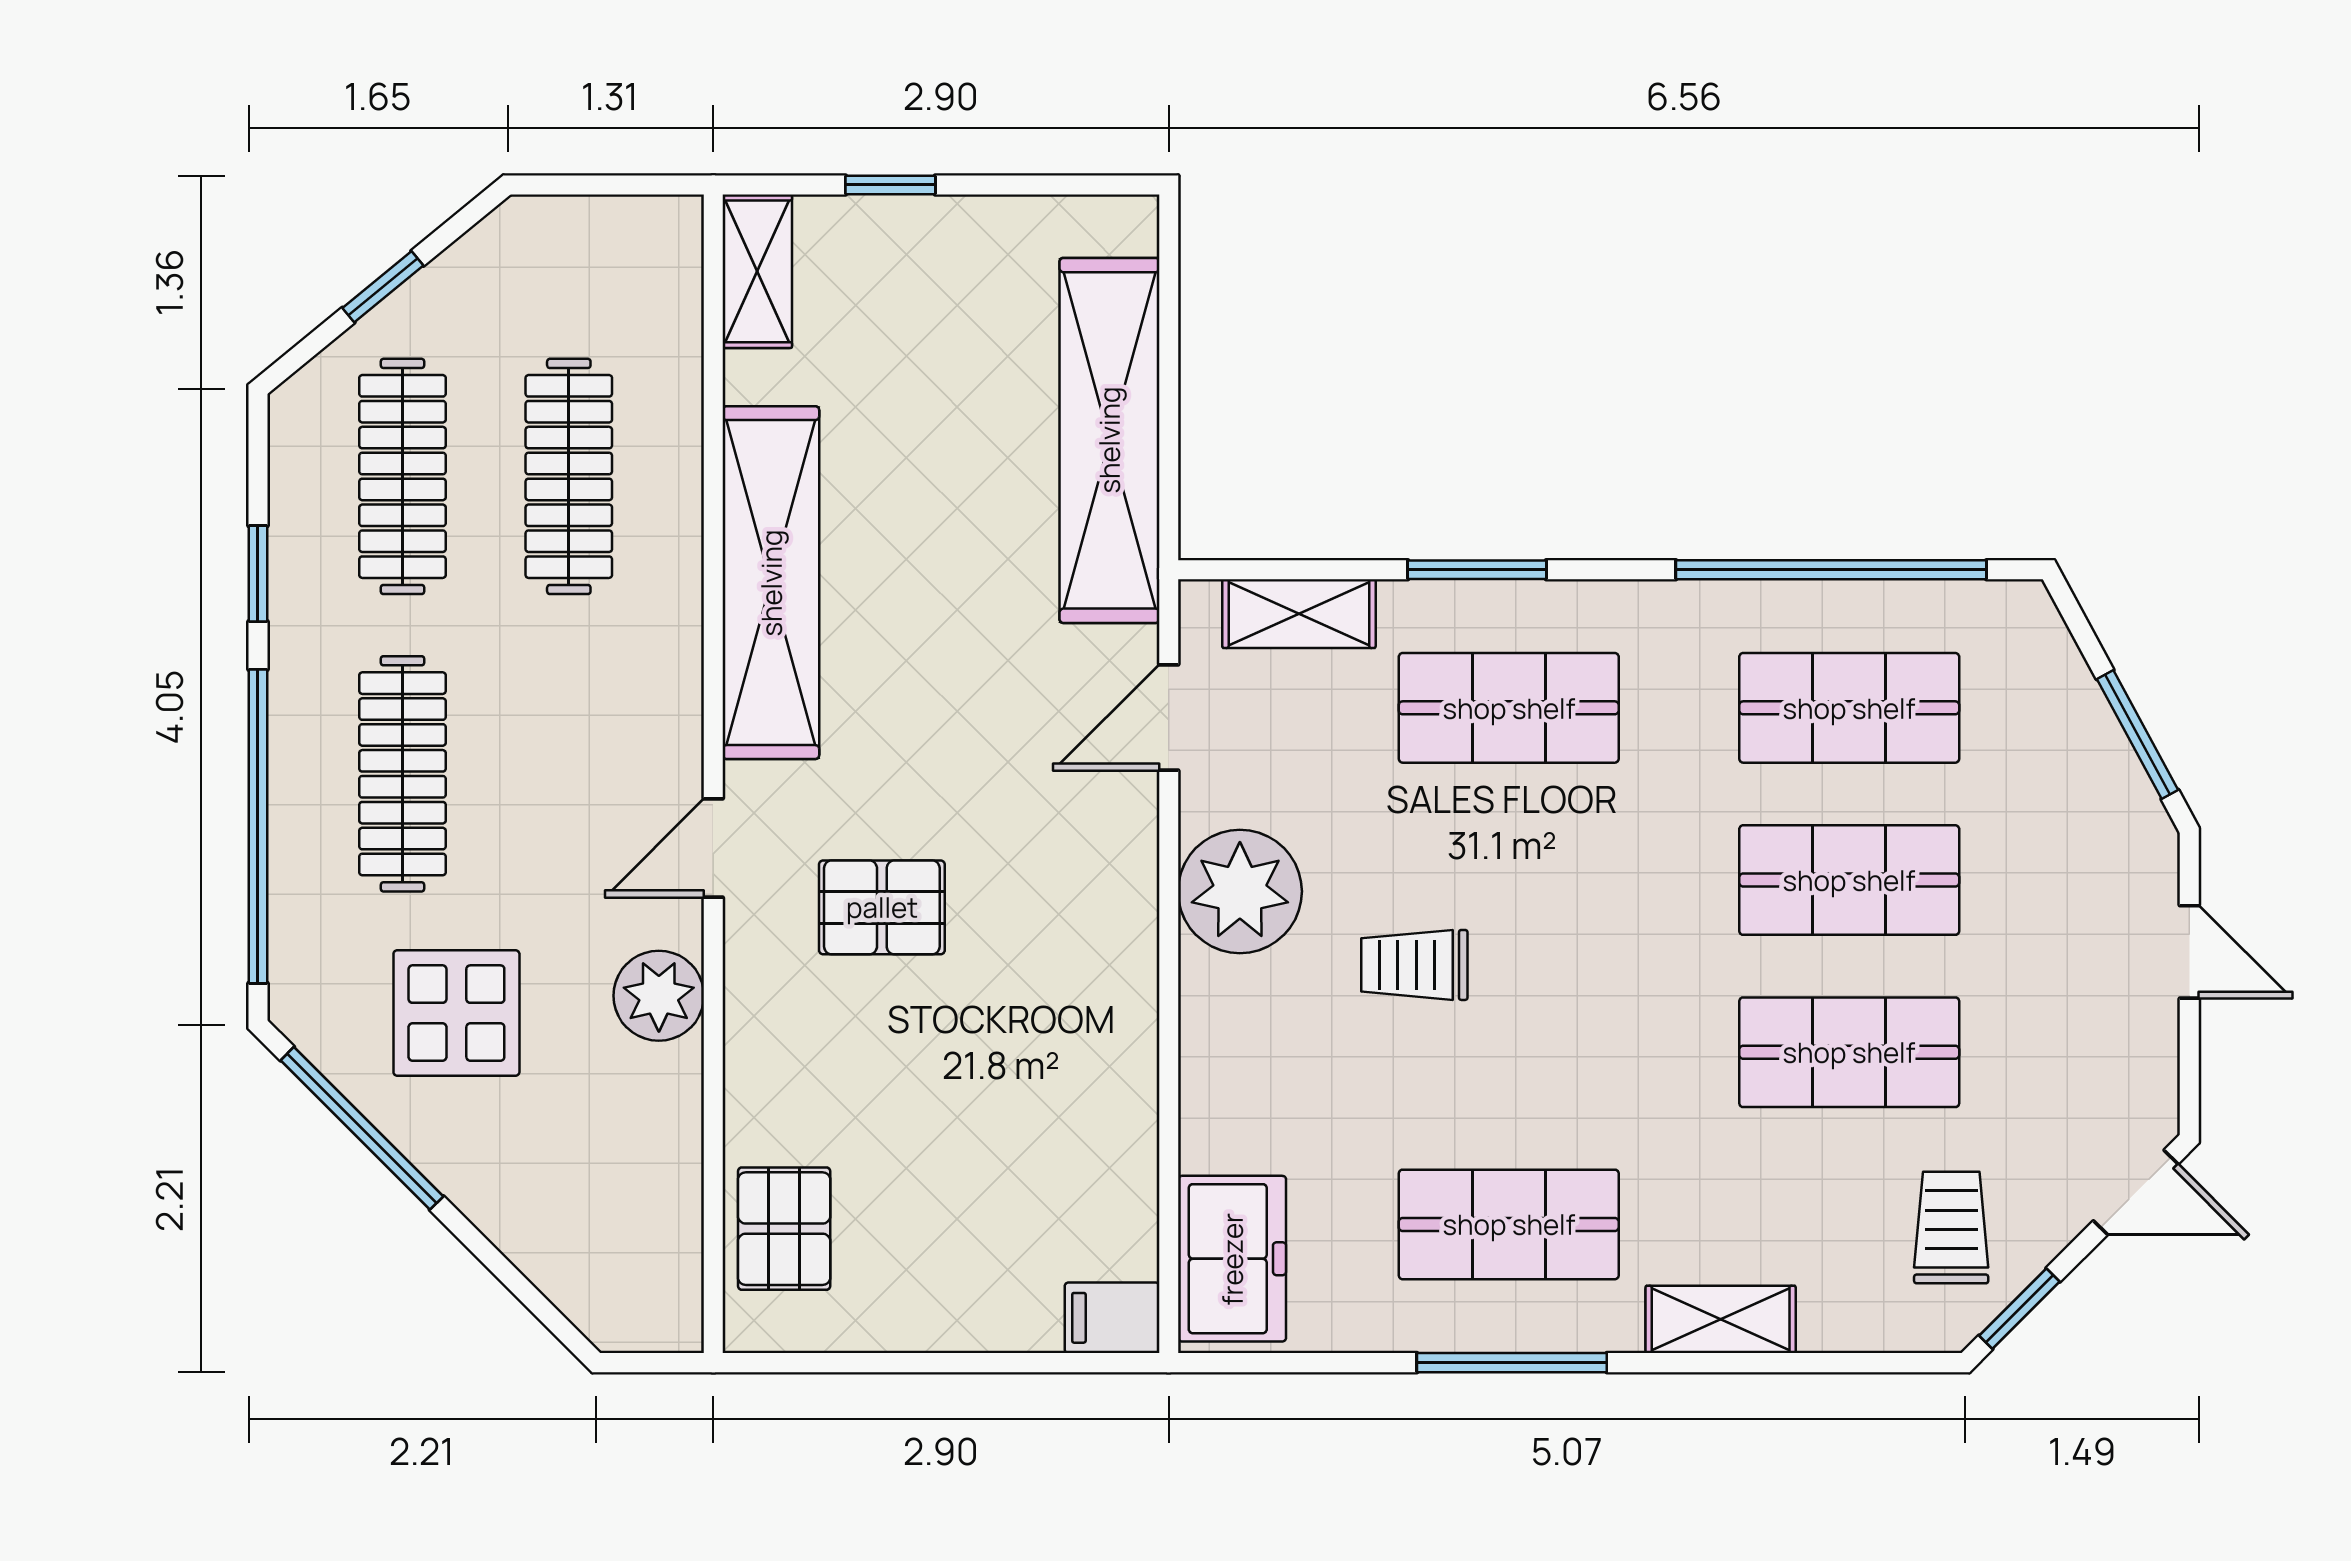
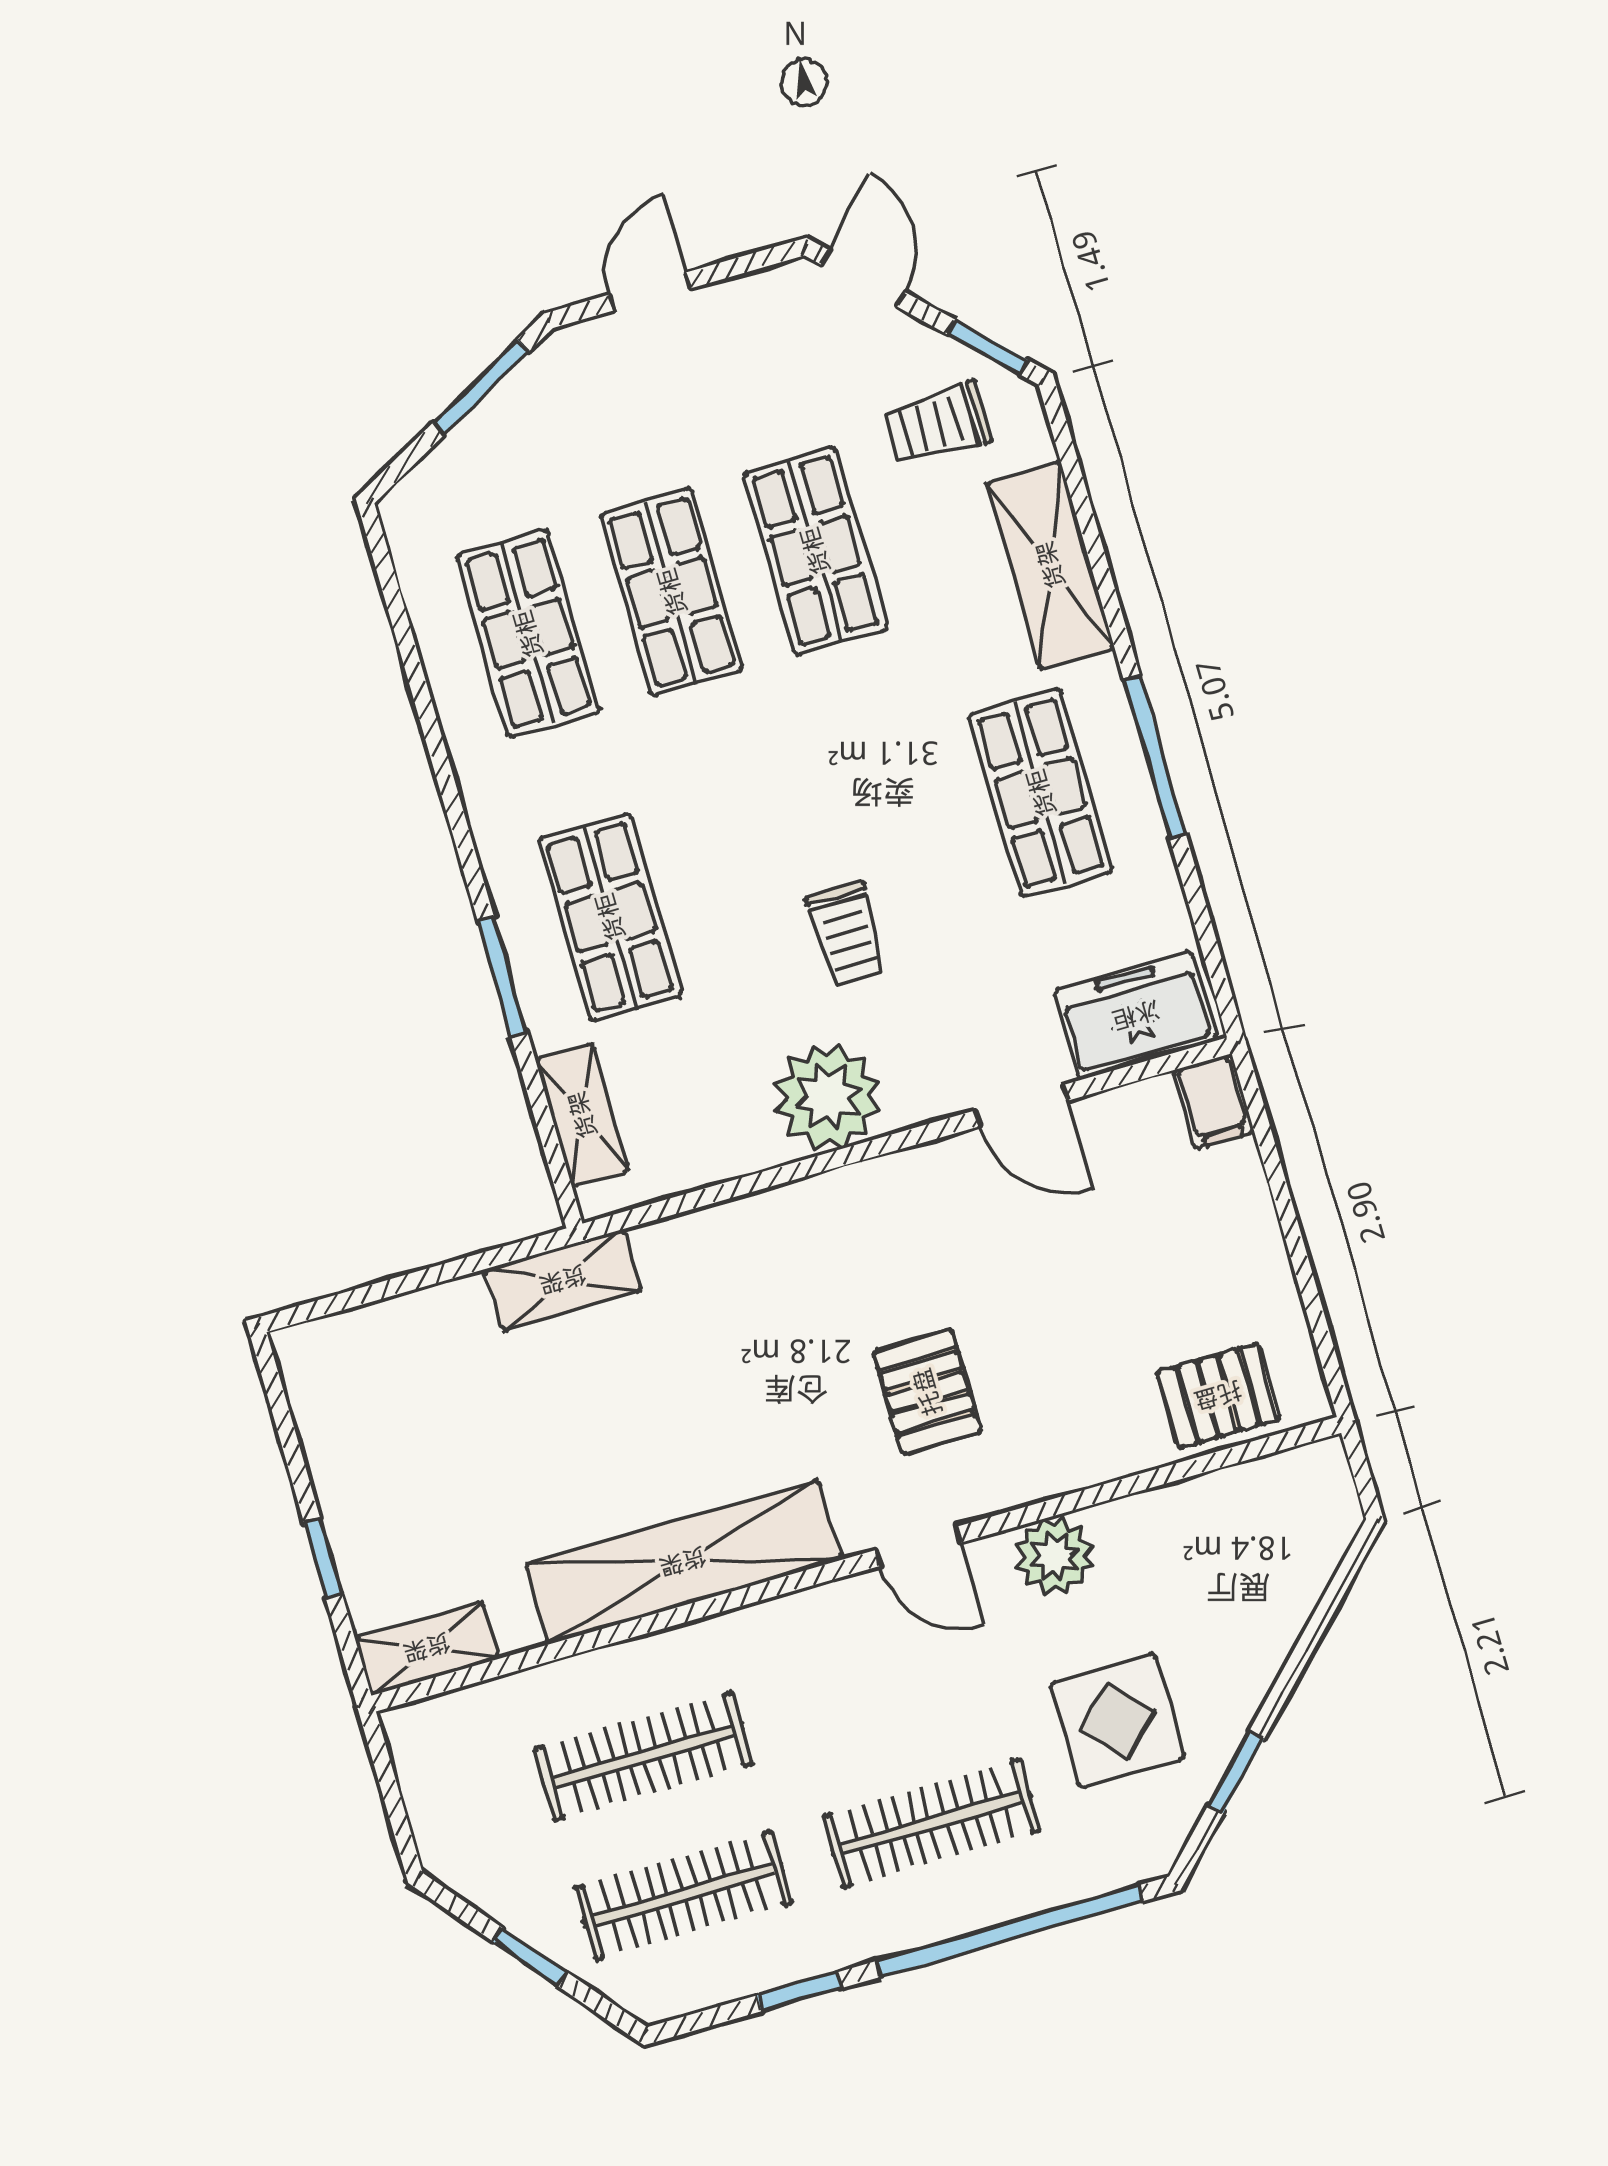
shelving: (1109, 440) -> (563, 1280), width x0.45, depth x0.75
window: (1831, 570) -> (417, 682), removed
door: (1169, 717) -> (1021, 1106), moved
window: (362, 1128) -> (1236, 1772), width x0.46
shelving: (1721, 1319) -> (1050, 565), width x1.50, depth x1.33

